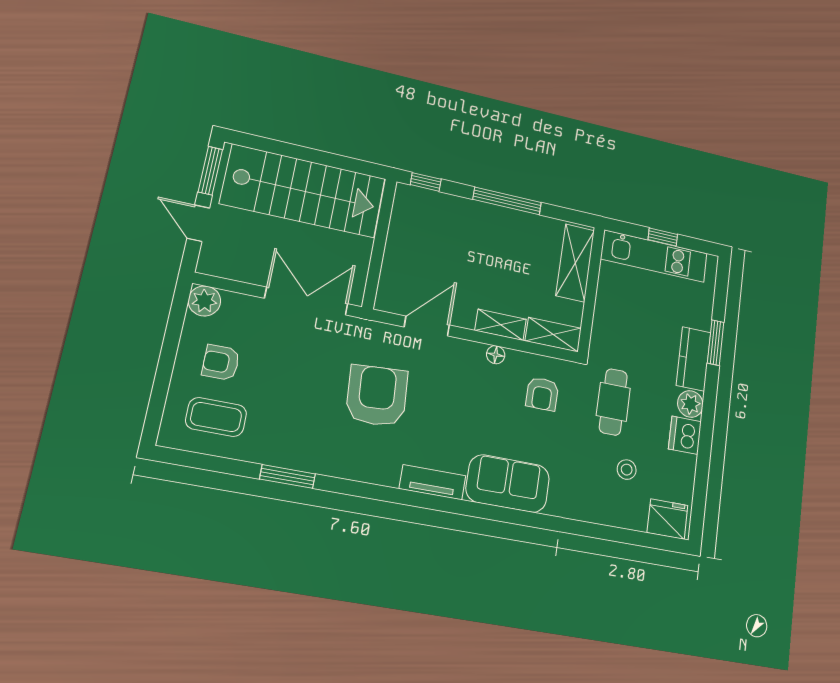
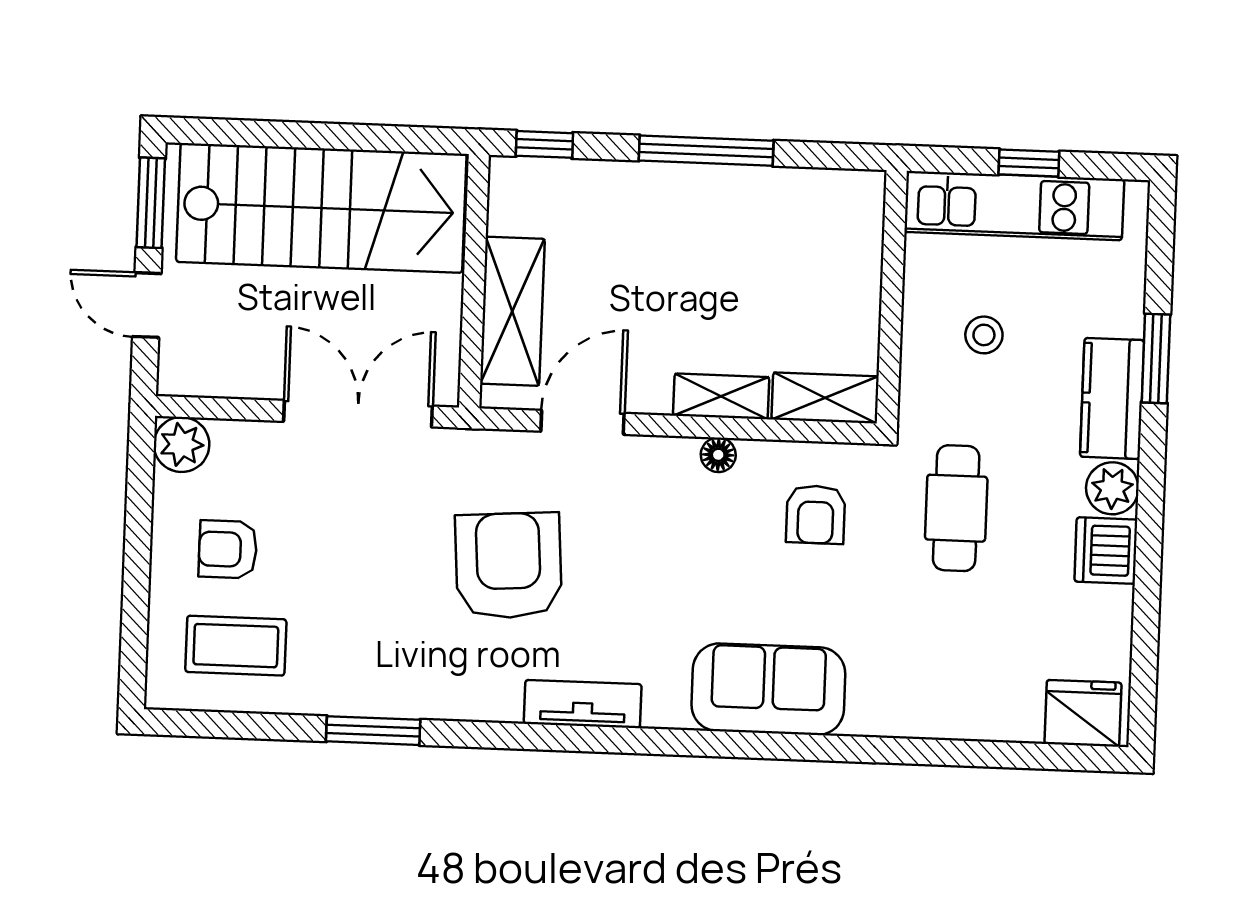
shelving: (575, 263) -> (512, 311), moved
stool: (627, 470) -> (984, 335), moved
tv unit: (432, 482) -> (583, 704), moved

